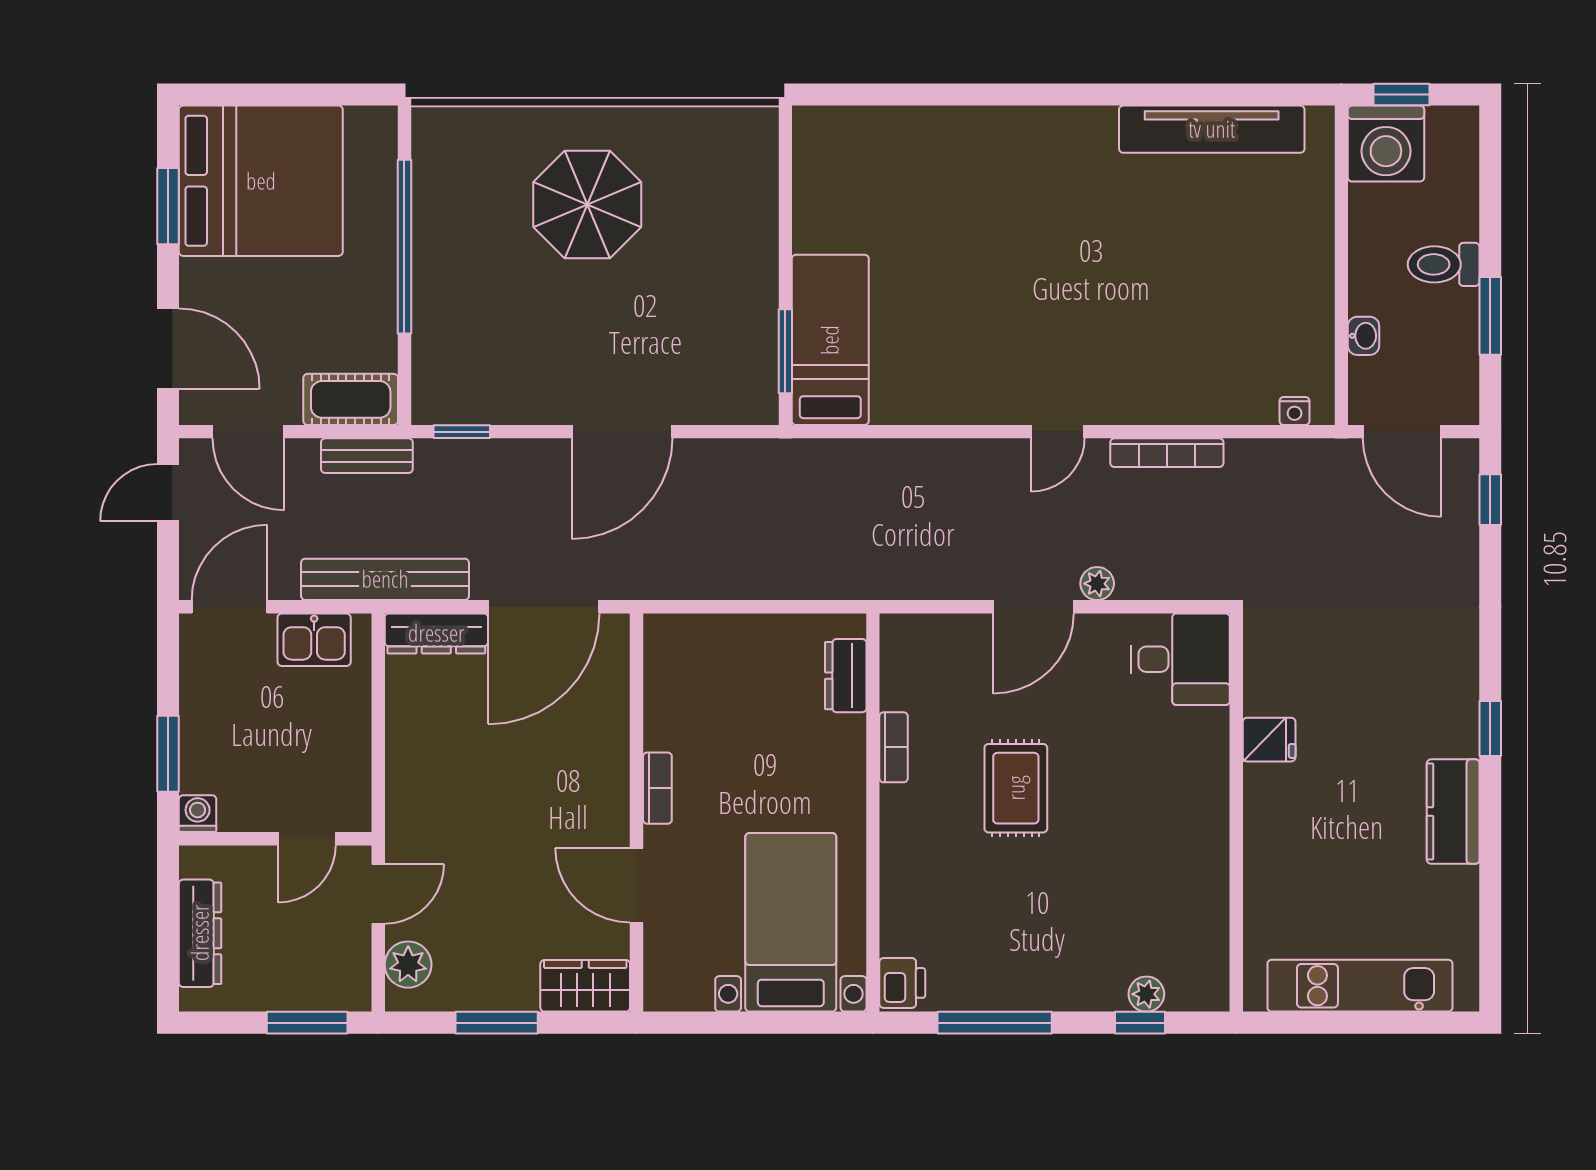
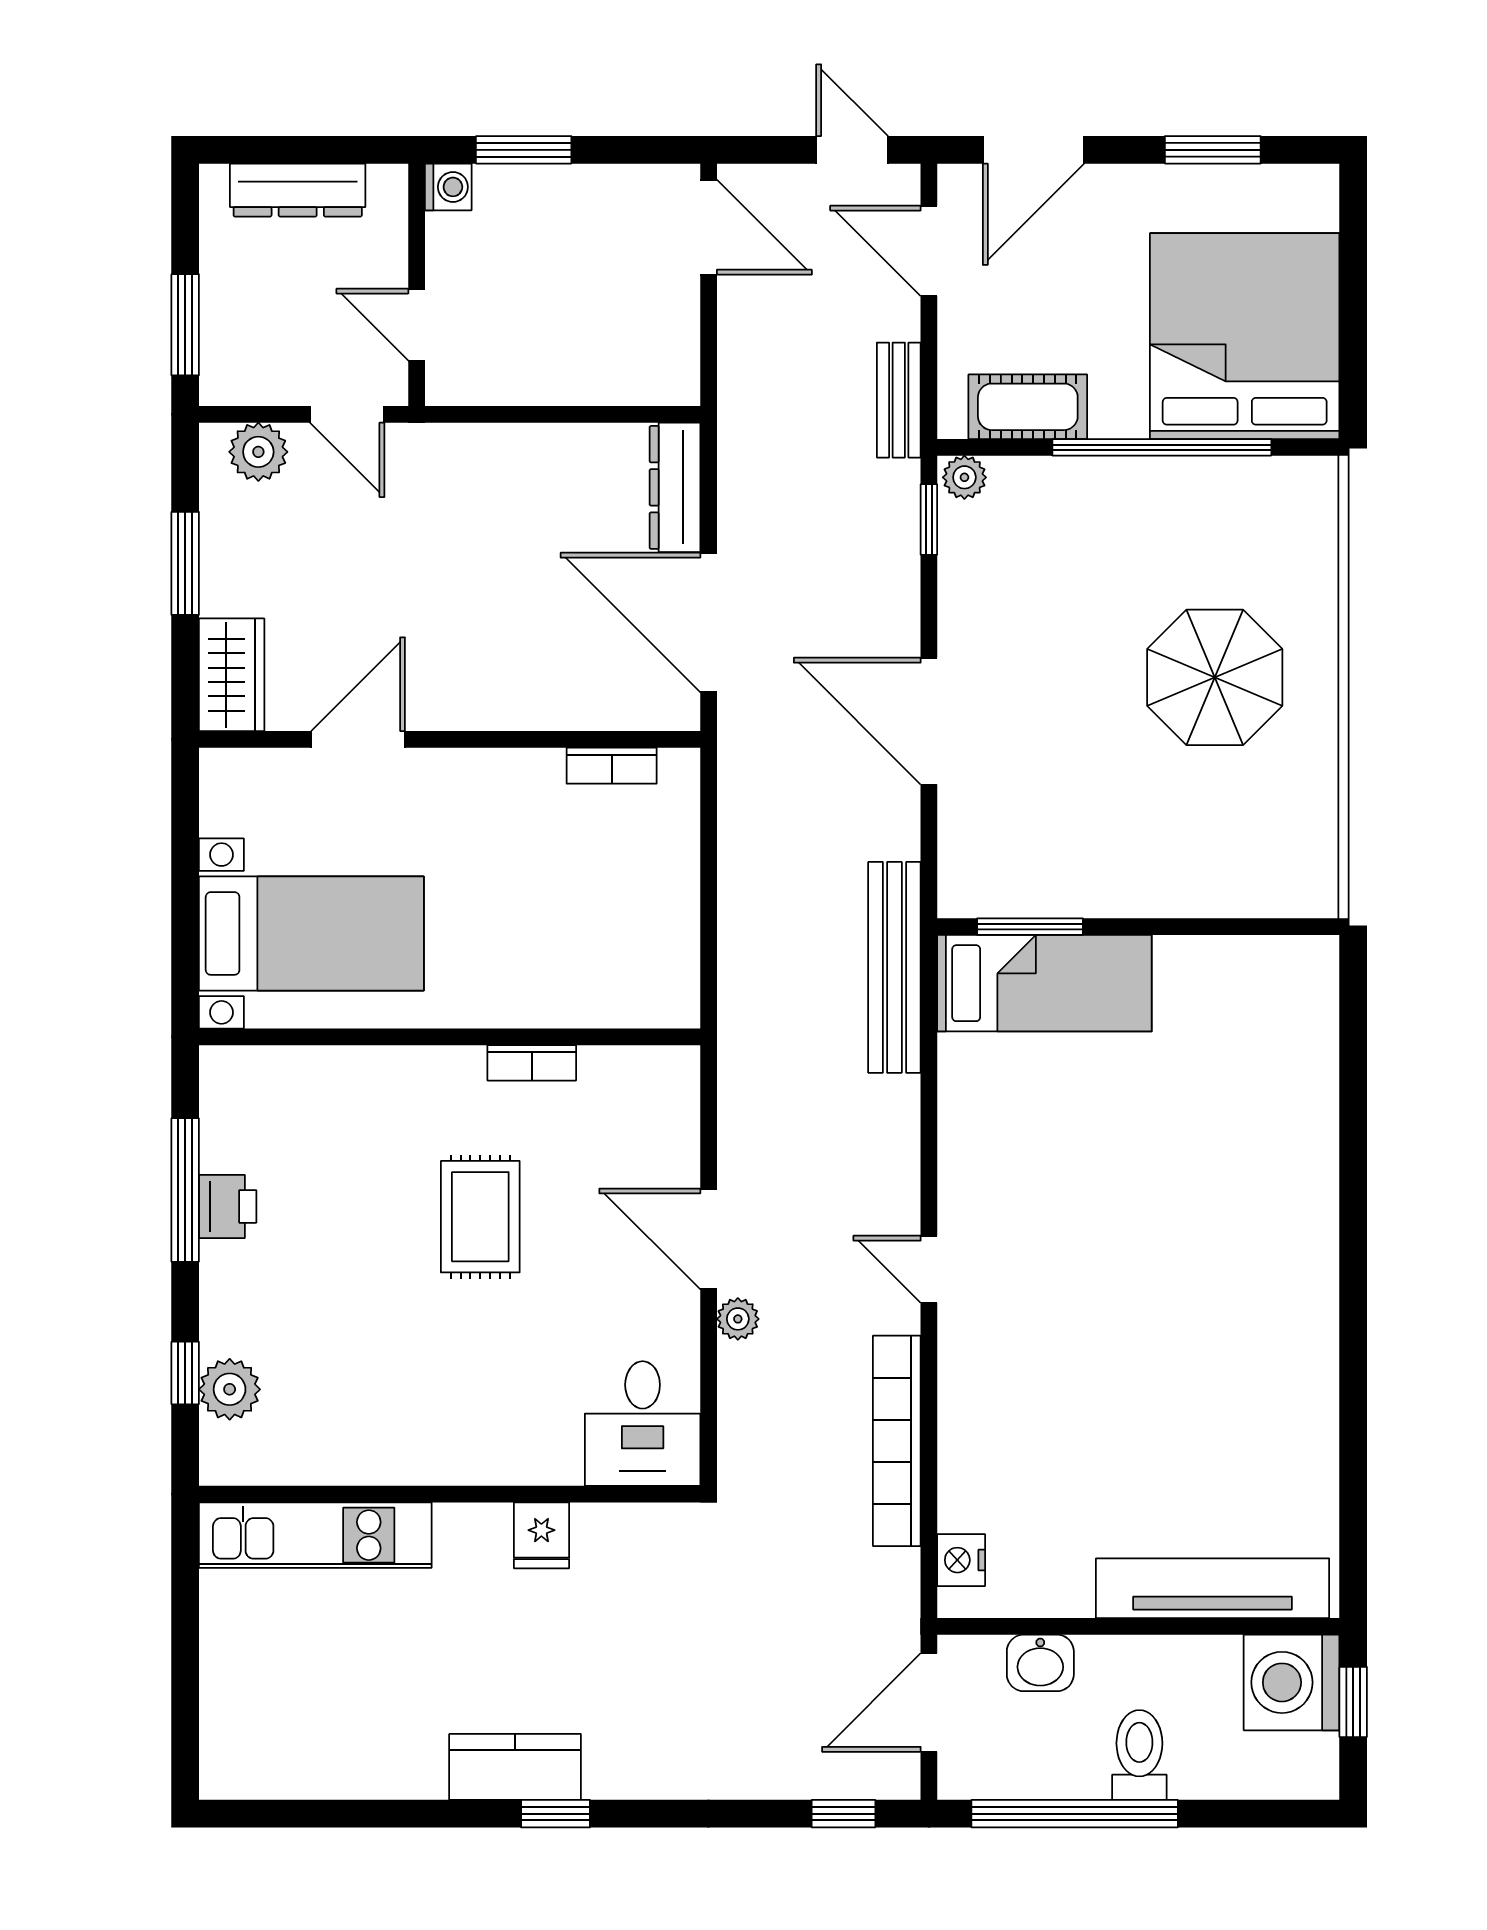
tv unit: (1212, 129) -> (1213, 1588), moved, turned 90
bed: (261, 181) -> (1245, 336), moved, turned 180
window: (1490, 316) -> (1075, 1814), width x2.11
washbasin: (1363, 336) -> (1040, 1663), width x1.38, depth x1.45
cot: (351, 399) -> (1028, 407), moved, turned 90
plant: (428, 403) -> (964, 477), added
nightstand: (1295, 411) -> (961, 1560), width x1.39, depth x1.35
door: (248, 432) -> (929, 251), hinge flipped
bookcase: (1167, 453) -> (897, 1441), width x1.48, depth x1.31
bench: (385, 579) -> (894, 967), moved
kitchen sink: (314, 640) -> (667, 334), removed
dresser: (846, 676) -> (622, 1003), removed
bookcase: (657, 788) -> (612, 766), moved
rug: (1016, 788) -> (480, 1217), turned 90
kitchen counter: (1453, 812) -> (515, 1767), moved
printer: (902, 983) -> (228, 1206), moved, turned -90
kitchen unit: (1360, 986) -> (315, 1535), moved, turned 90
plant: (1146, 994) -> (230, 1389), width x1.38, depth x1.38

